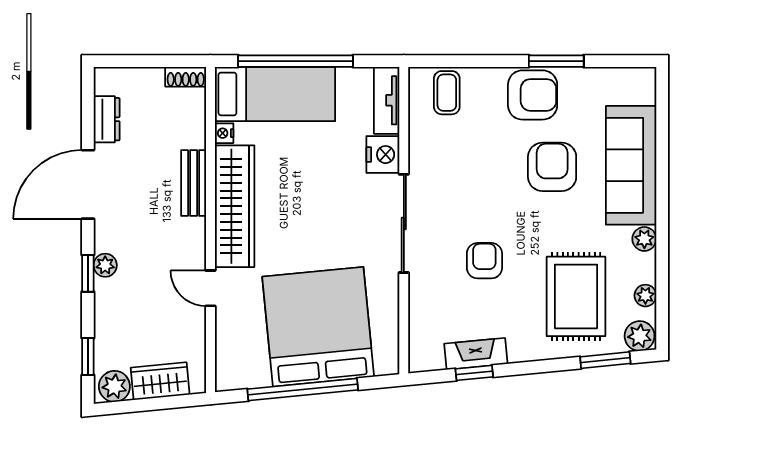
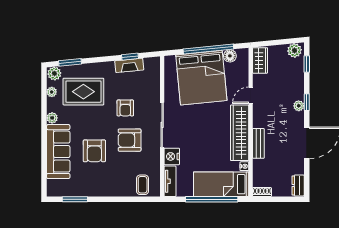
window: (556, 61) -> (75, 199), moved
armchair: (533, 95) -> (130, 140), moved
dresser: (107, 119) -> (298, 185), moved
door: (210, 288) -> (251, 95), swing flipped
rug: (576, 296) -> (83, 92), turned 90
floor lamp: (256, 375) -> (230, 56), added
wardrobe: (160, 381) -> (260, 60), moved, turned -84

